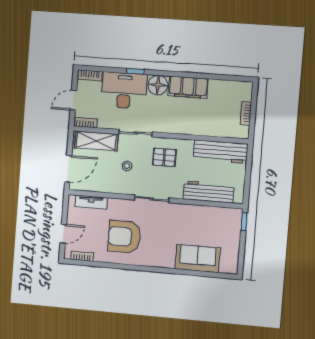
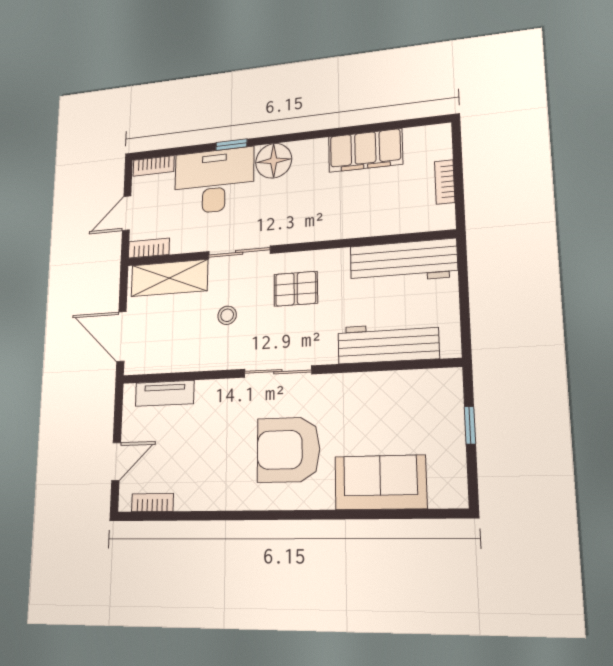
filing cabinet: (188, 87) -> (365, 151), moved
door: (68, 169) -> (121, 336), swing flipped
window: (244, 221) -> (470, 425), moved
armchair: (124, 237) -> (288, 450), moved

